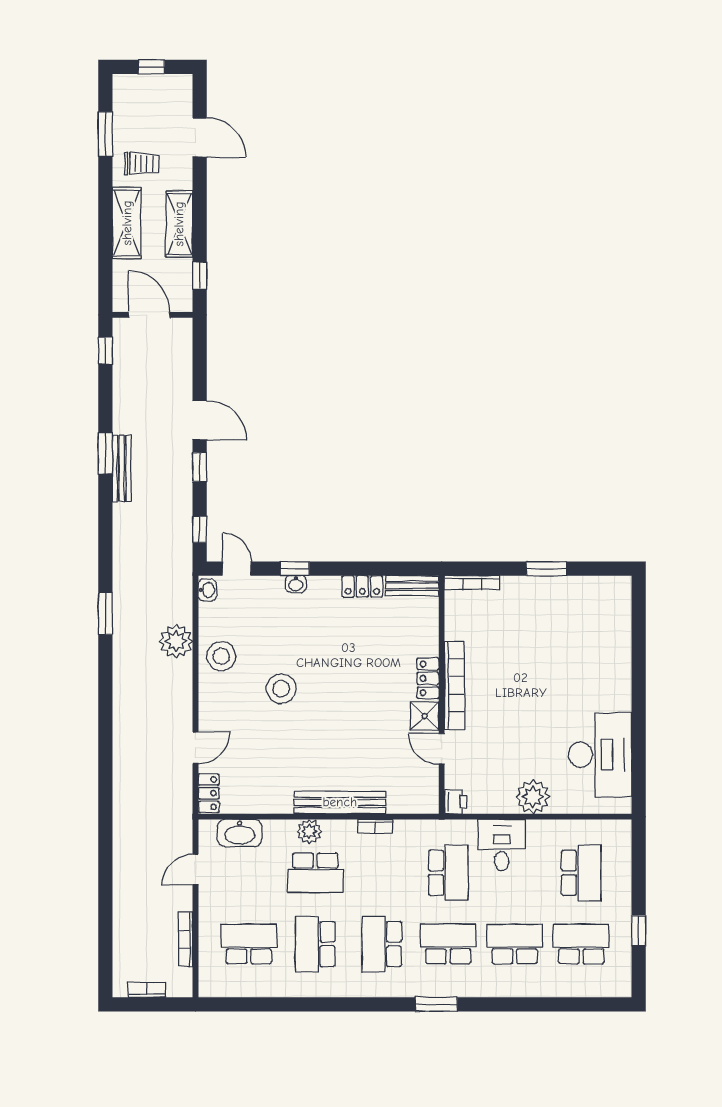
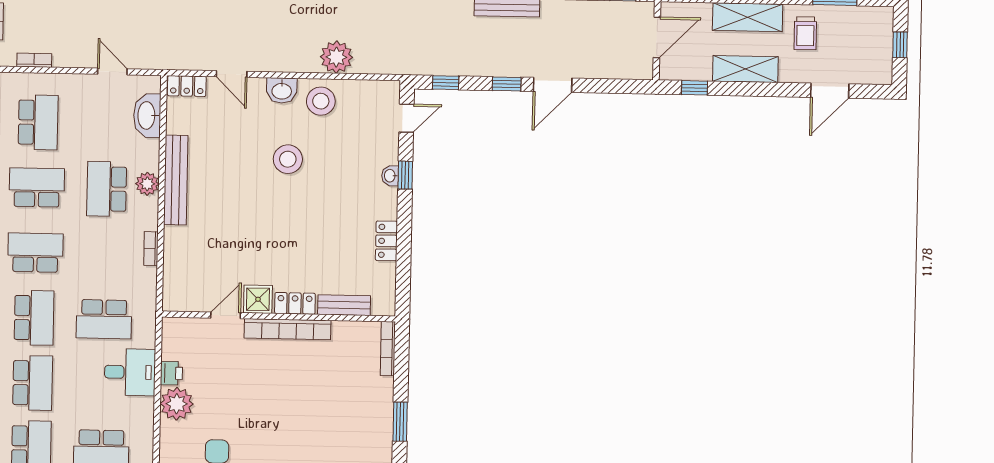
bench: (412, 586) -> (344, 305), moved, turned 90
washbasin: (207, 590) -> (282, 91), moved, width x1.38, depth x1.45
bench: (340, 802) -> (176, 180), moved
printer: (456, 802) -> (171, 373), moved, turned -90
bookcase: (186, 939) -> (34, 60), width x0.64

